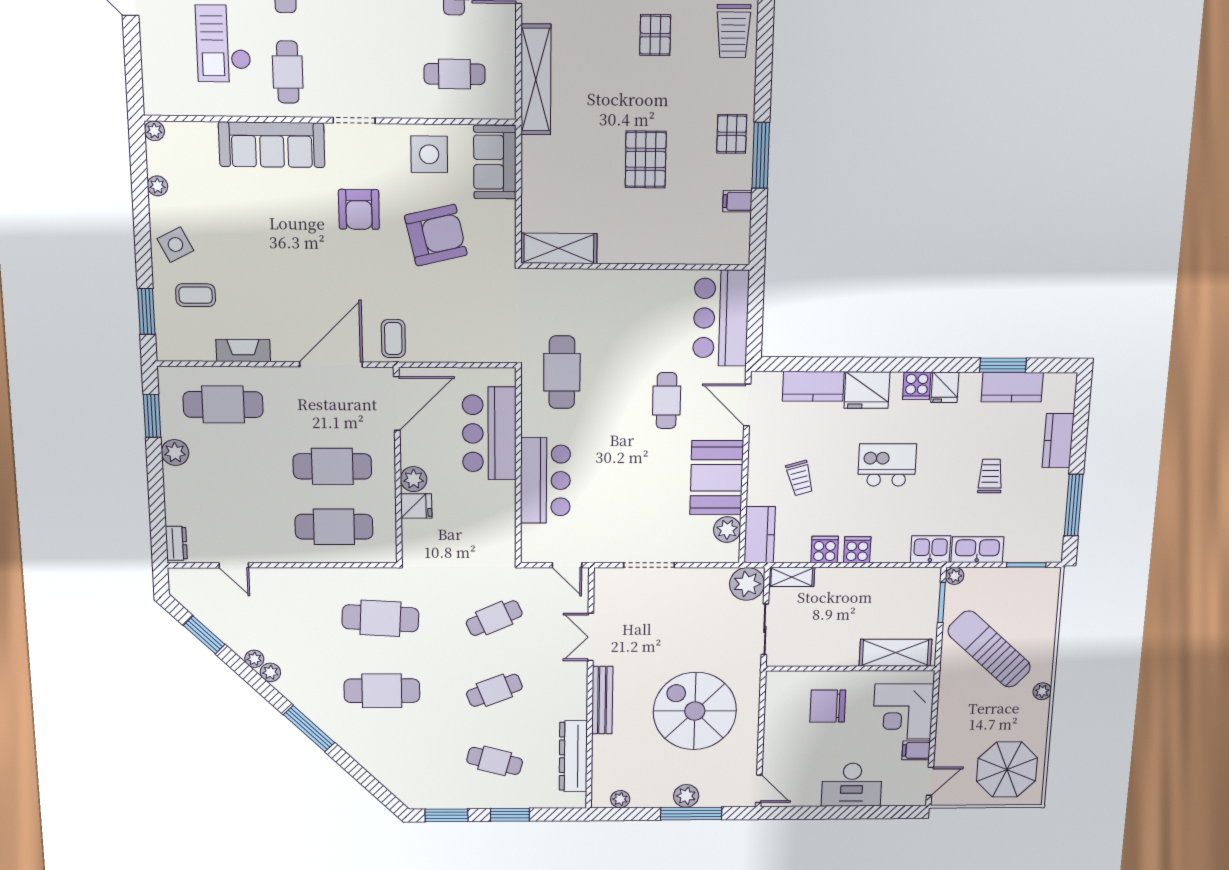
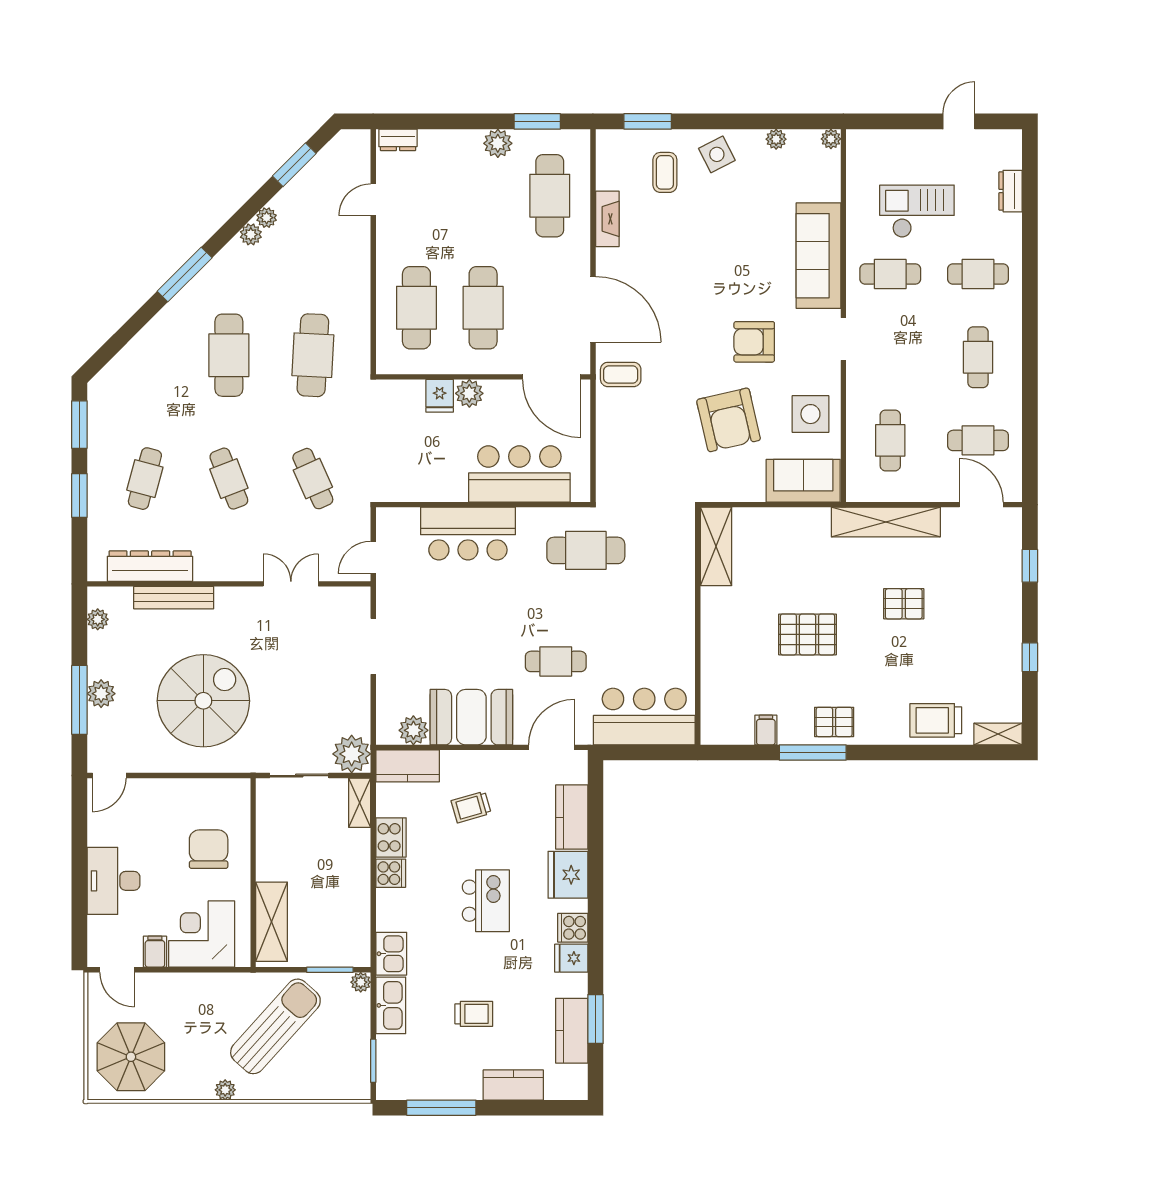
pallet: (655, 35) -> (904, 604), moved
cooker: (825, 549) -> (391, 837), width x1.36
bench: (602, 700) -> (174, 598), moved

